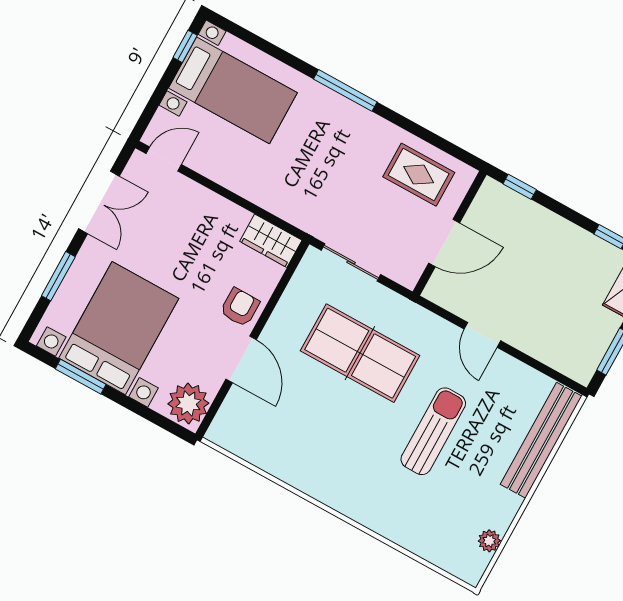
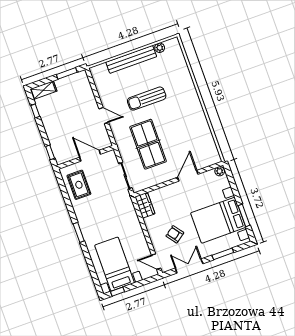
window: (345, 90) -> (79, 232), width x0.69
armchair: (240, 307) -> (175, 234), moved, turned 53
door: (482, 335) -> (104, 116), hinge flipped
plant: (188, 403) -> (220, 171), width x0.53, depth x0.53
bench: (541, 440) -> (131, 59), moved

